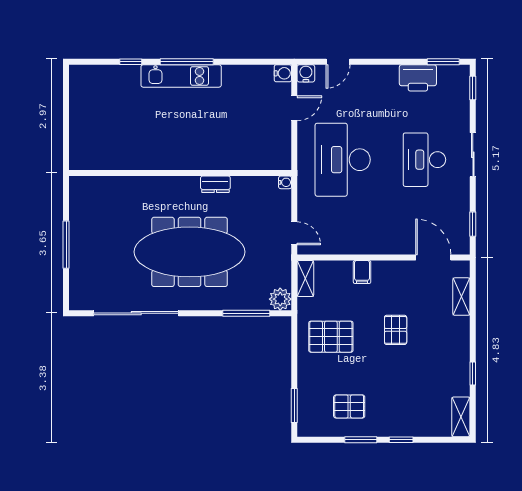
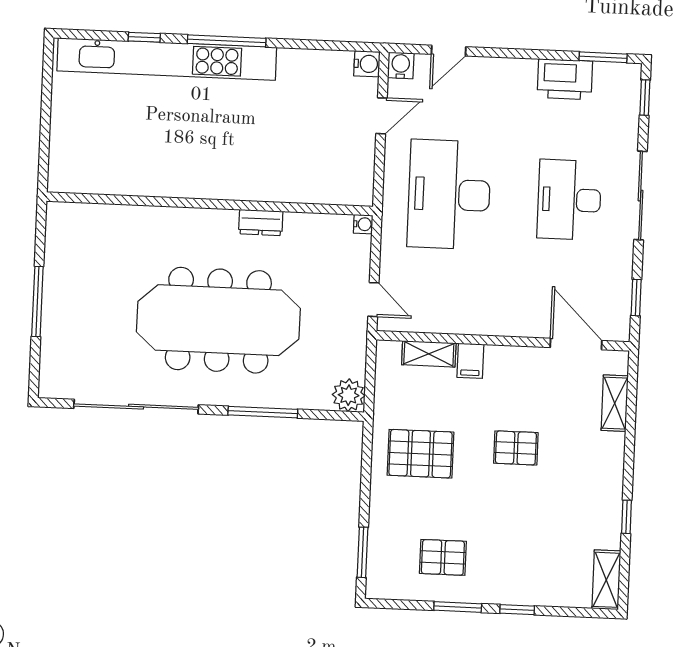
kitchen unit: (181, 76) -> (167, 59), width x1.86
sliding door: (473, 155) -> (641, 196), width x1.37
shelving: (305, 279) -> (429, 354), moved, turned 90
window: (246, 313) -> (263, 412), moved
pallet: (396, 330) -> (516, 448), turned 90

